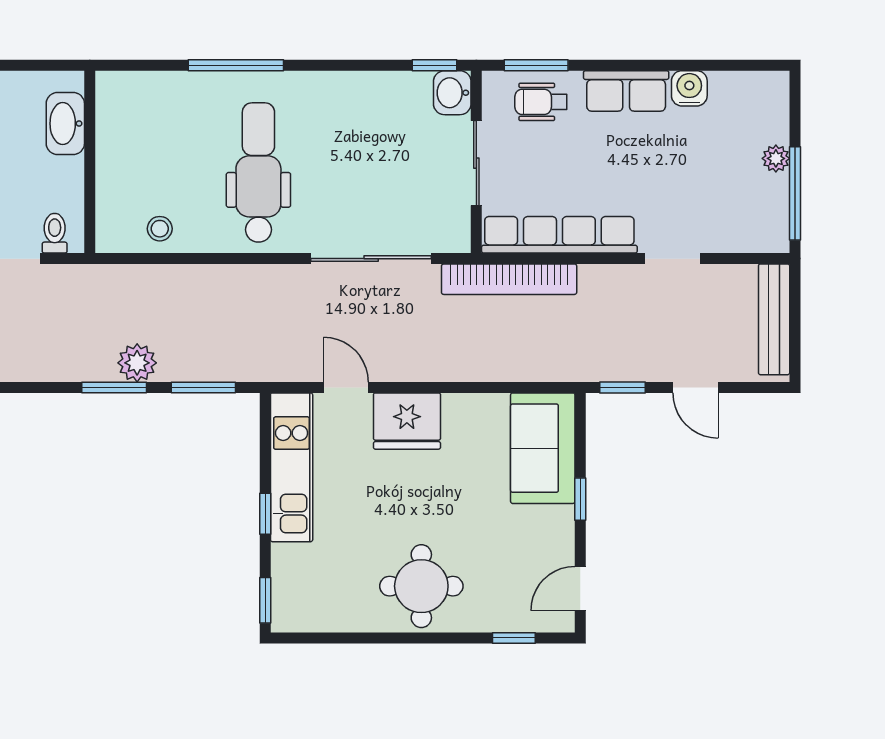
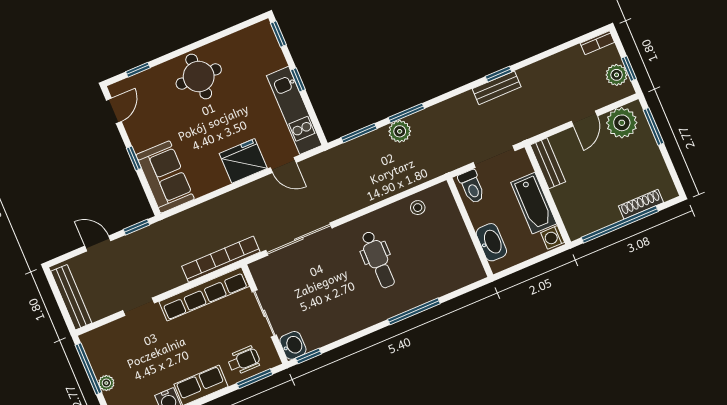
dental chair: (258, 172) -> (378, 260), width x0.73, depth x0.72
toilet: (55, 233) -> (472, 187), width x1.37, depth x1.39

